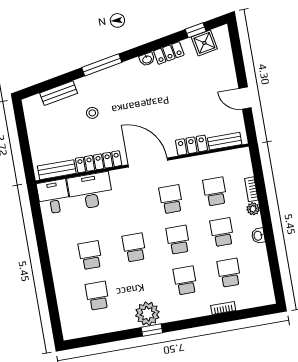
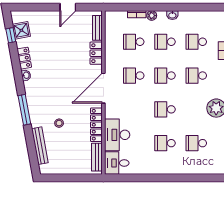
bench: (59, 93) -> (40, 146), width x1.36

